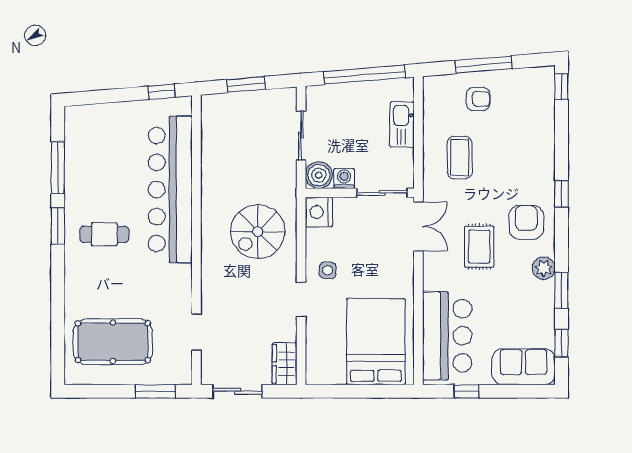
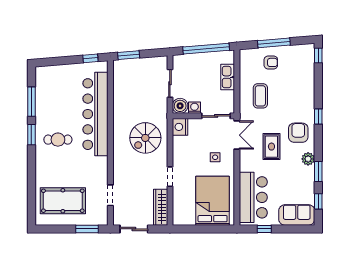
window: (246, 85) -> (129, 55), moved
side table: (328, 270) -> (215, 157), moved
wardrobe: (285, 364) -> (161, 207), width x1.50

